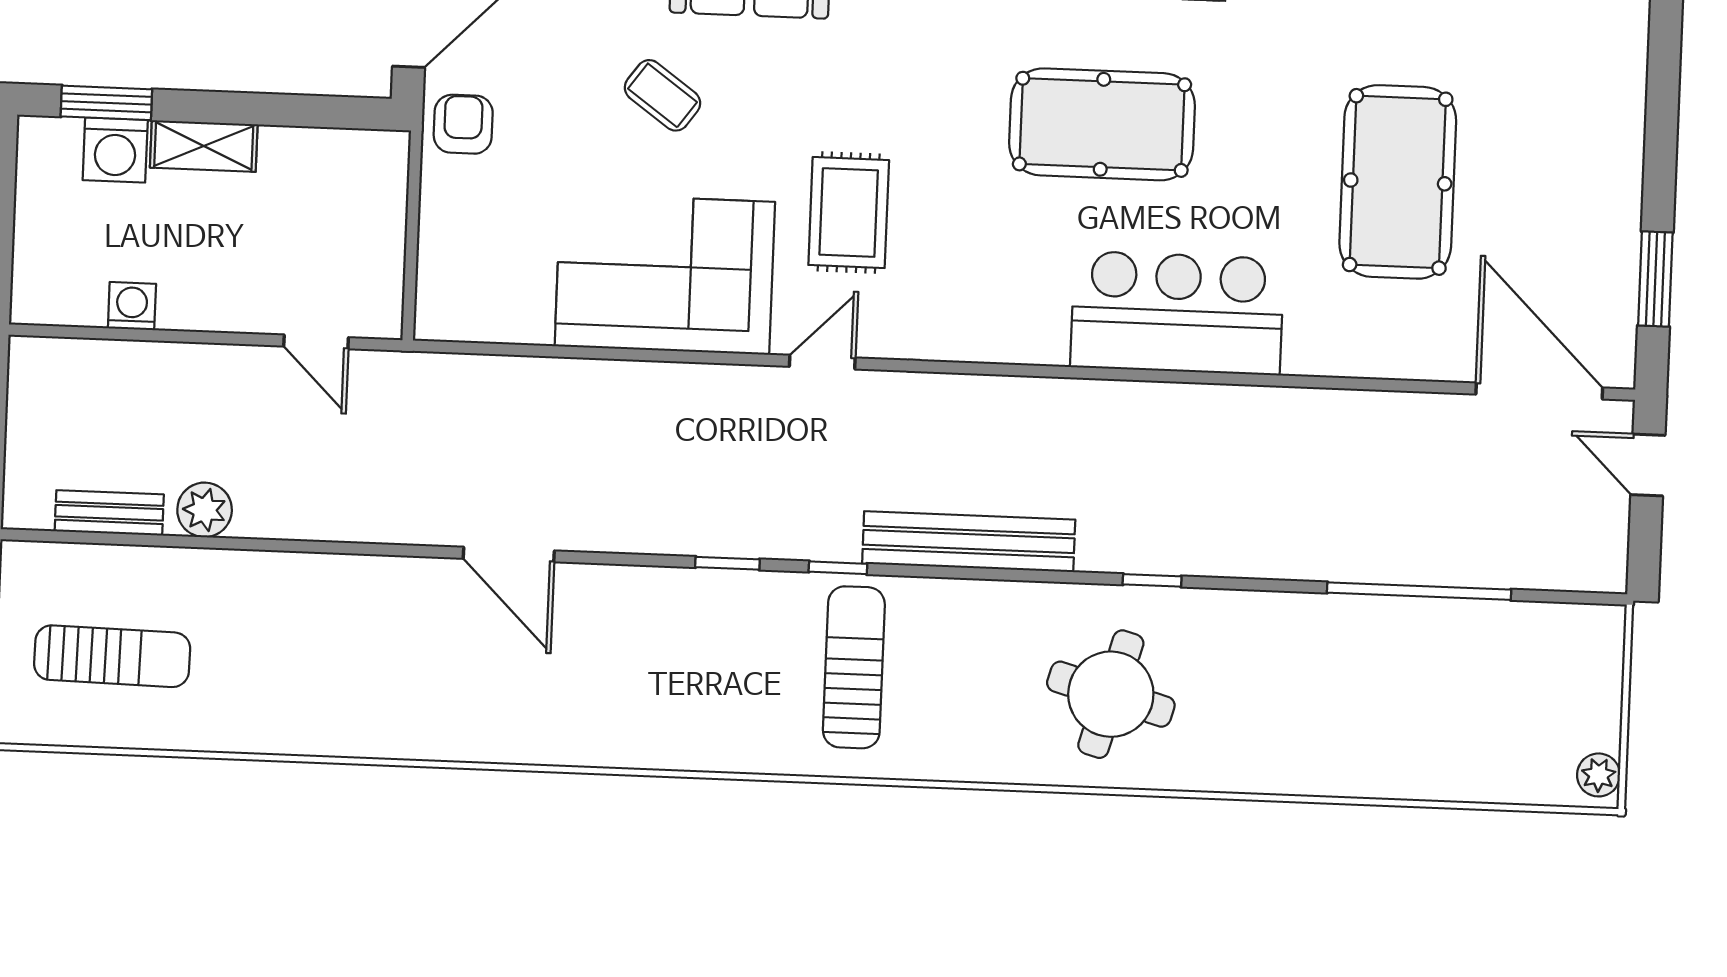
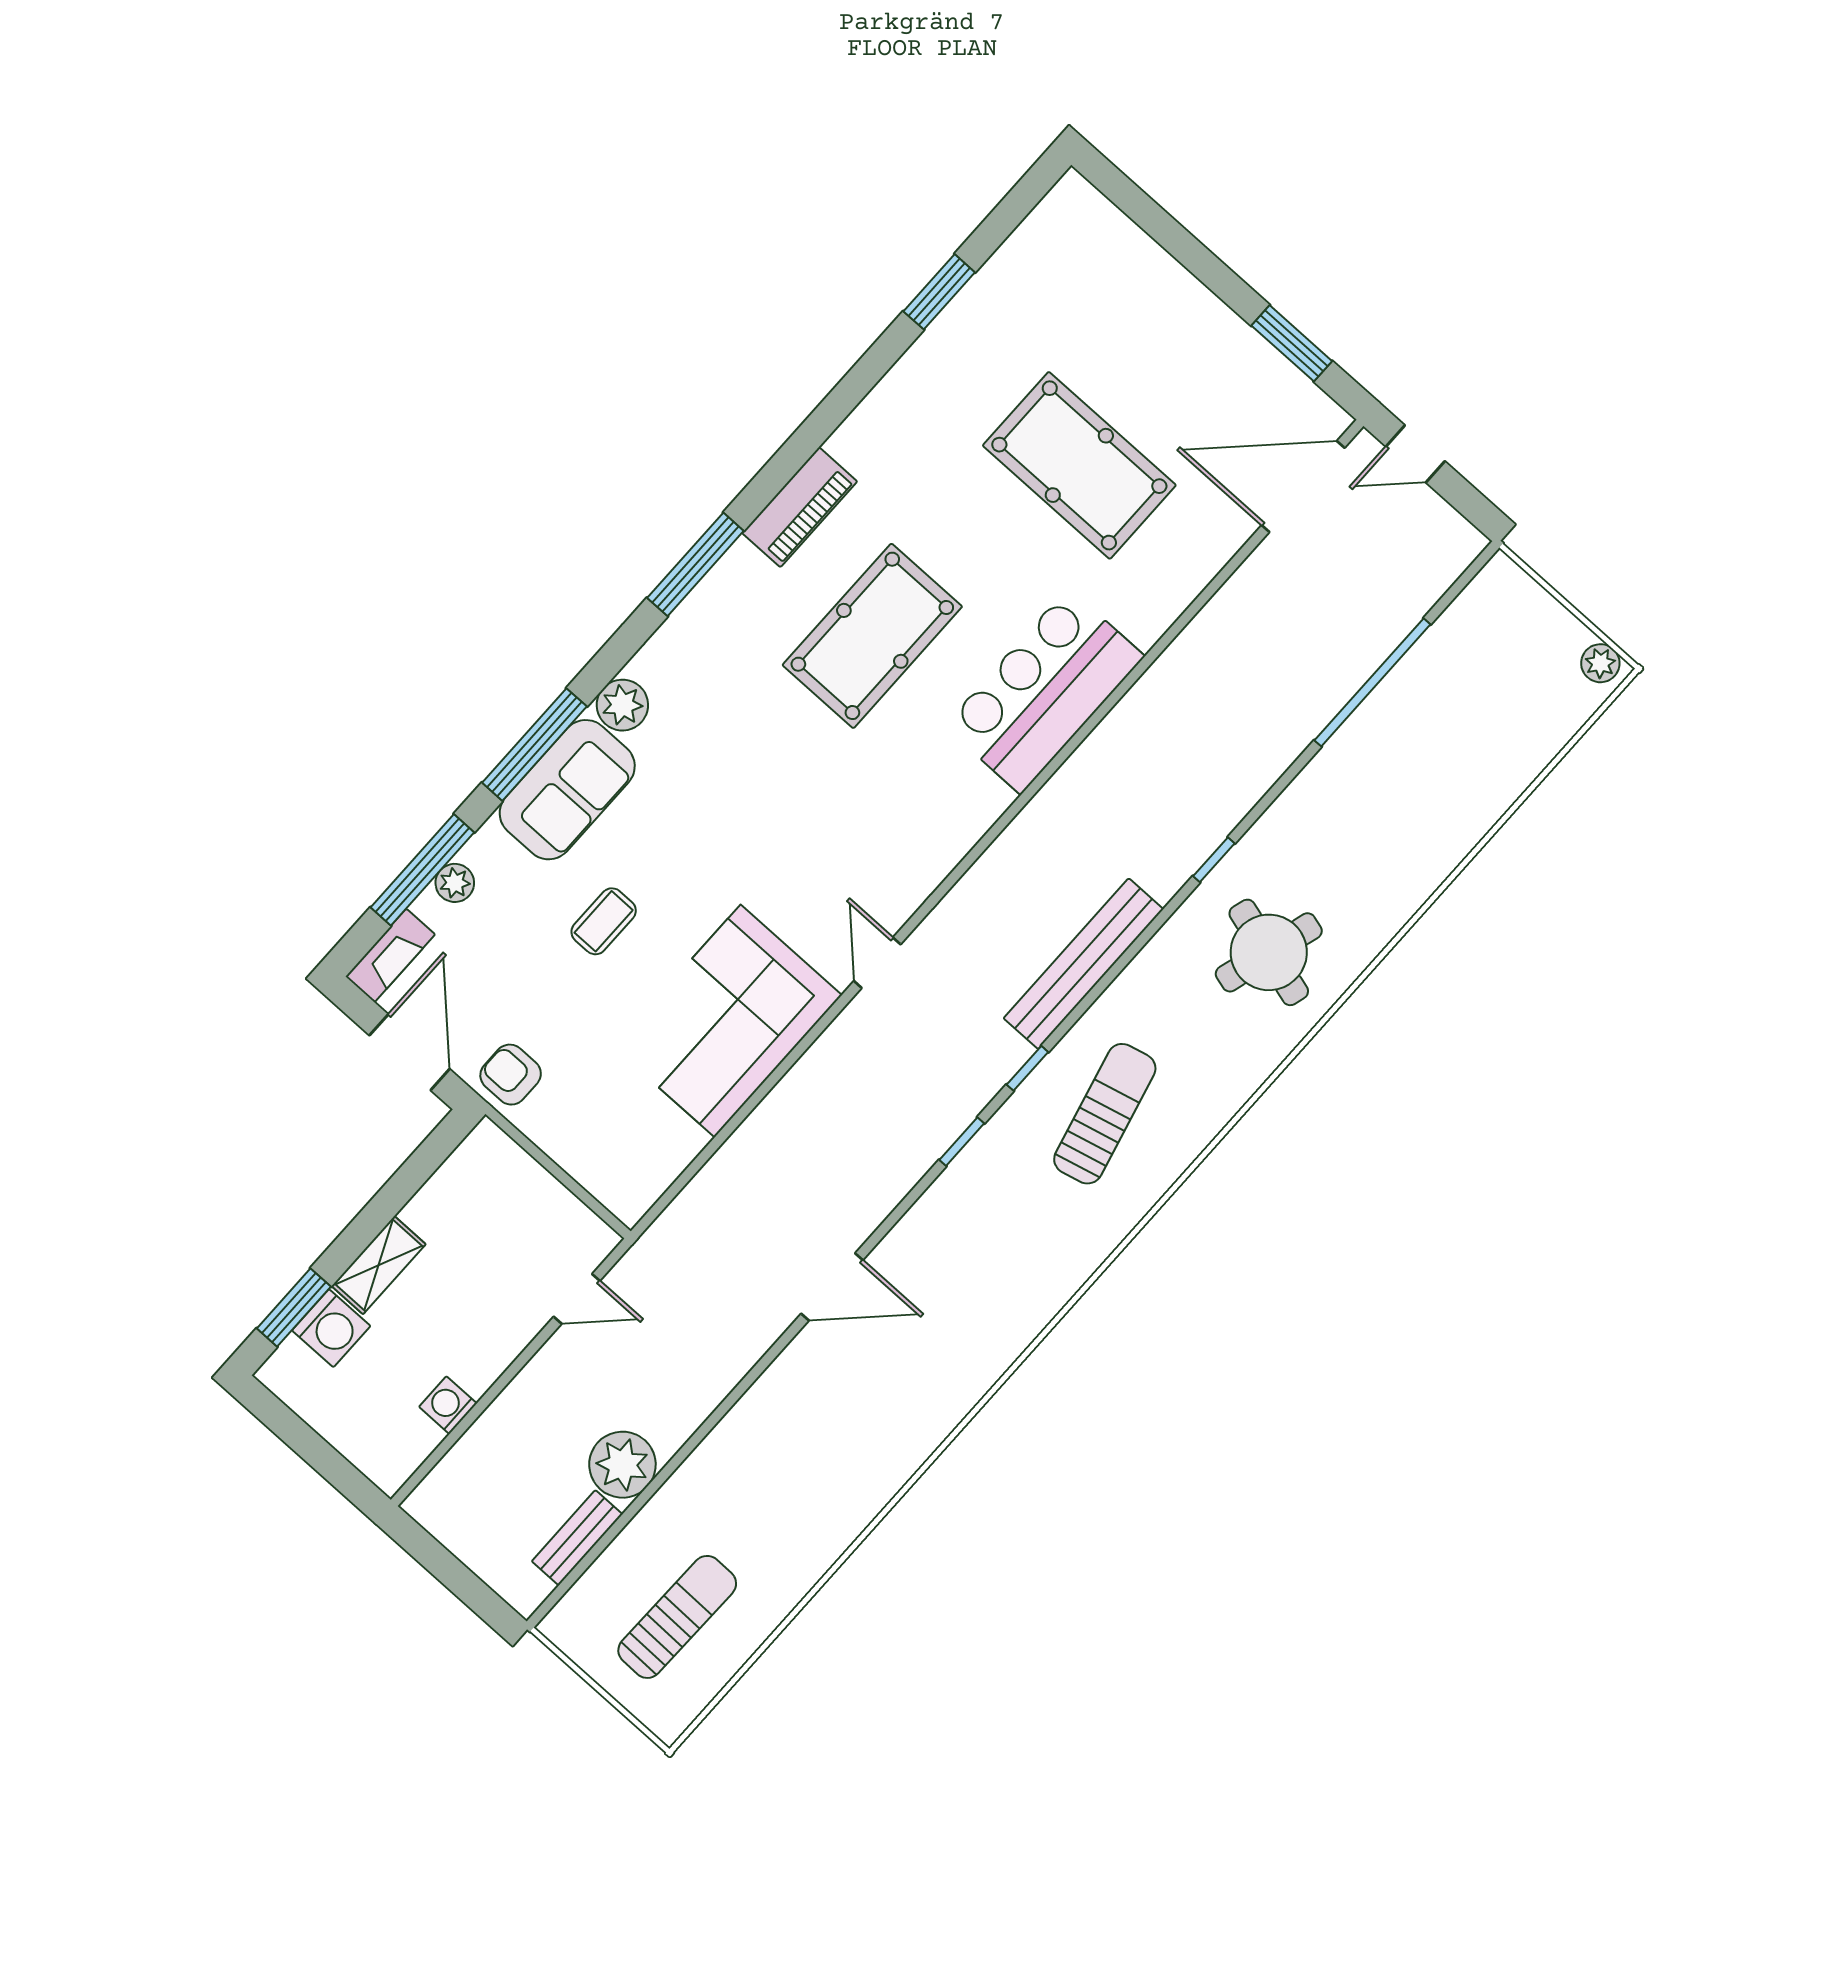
coffee table: (663, 95) -> (604, 921), turned -36
rug: (849, 213) -> (789, 860), removed
plant: (205, 510) -> (622, 1465), width x1.36, depth x1.36
sun lounger: (854, 667) -> (1105, 1114), turned 76

